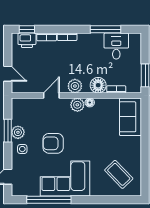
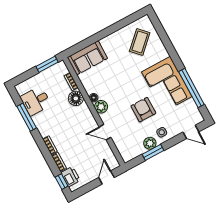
plant: (75, 86) -> (87, 117), removed
armchair: (53, 143) -> (143, 110), turned 180

